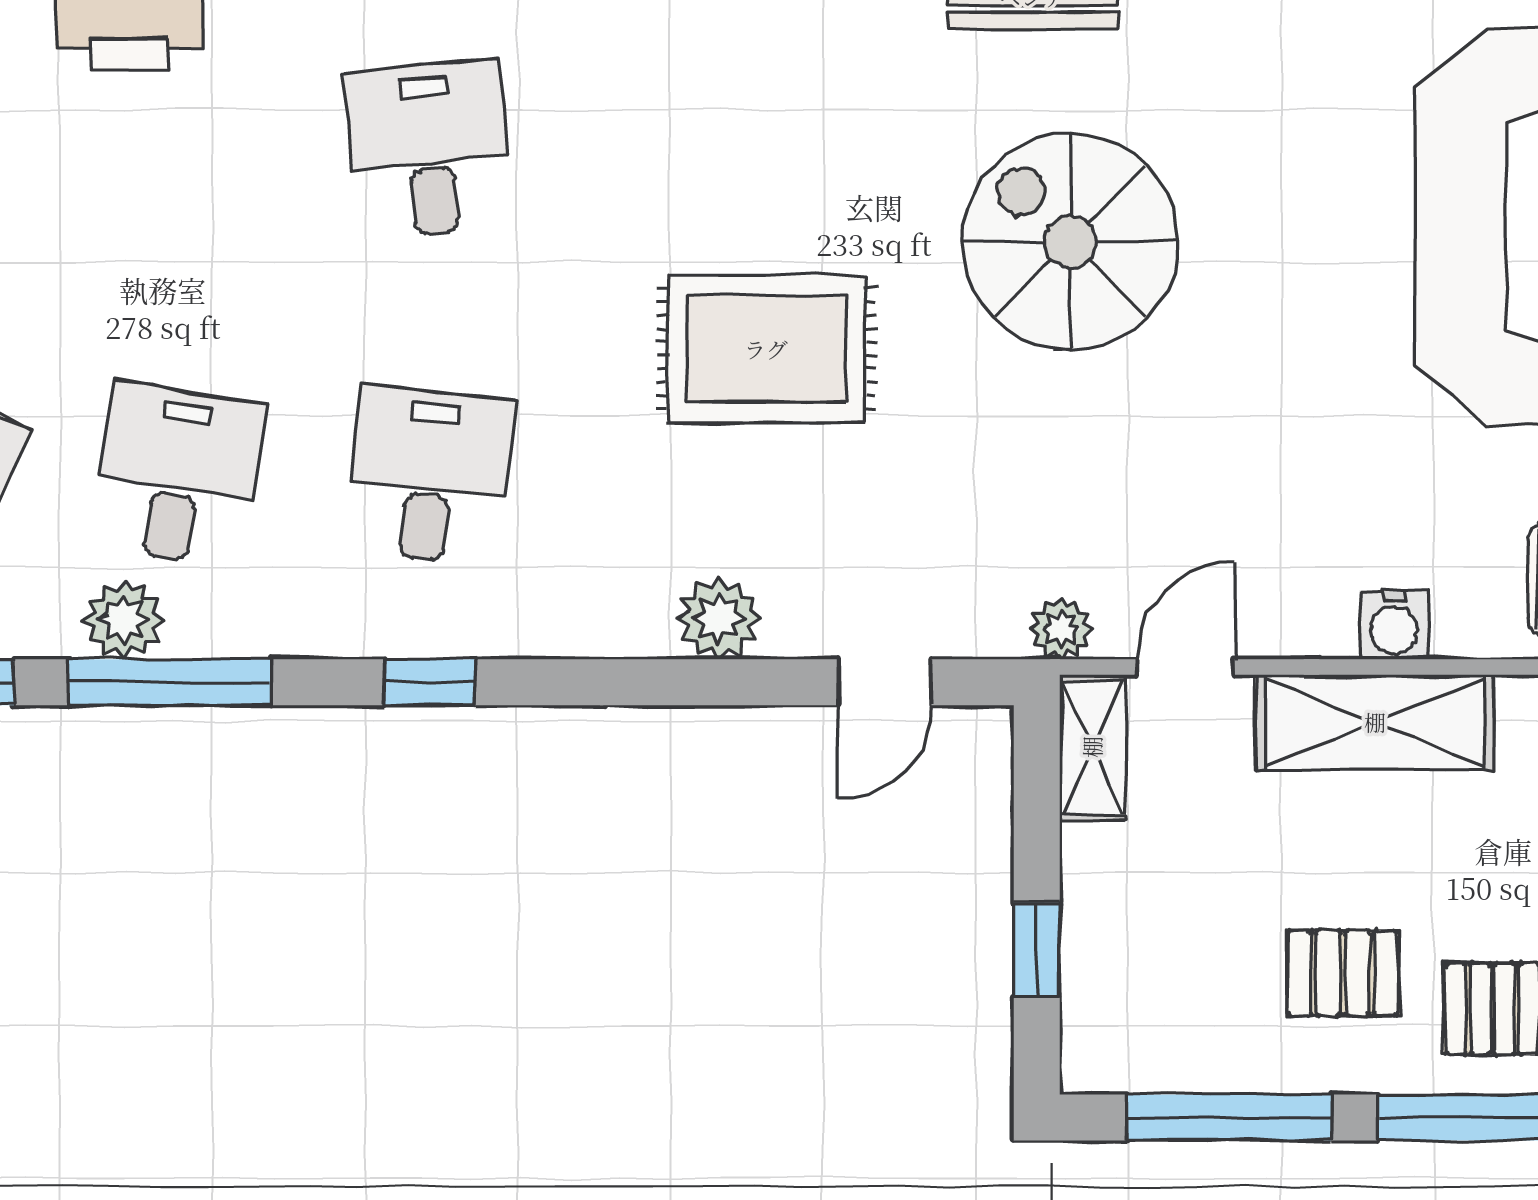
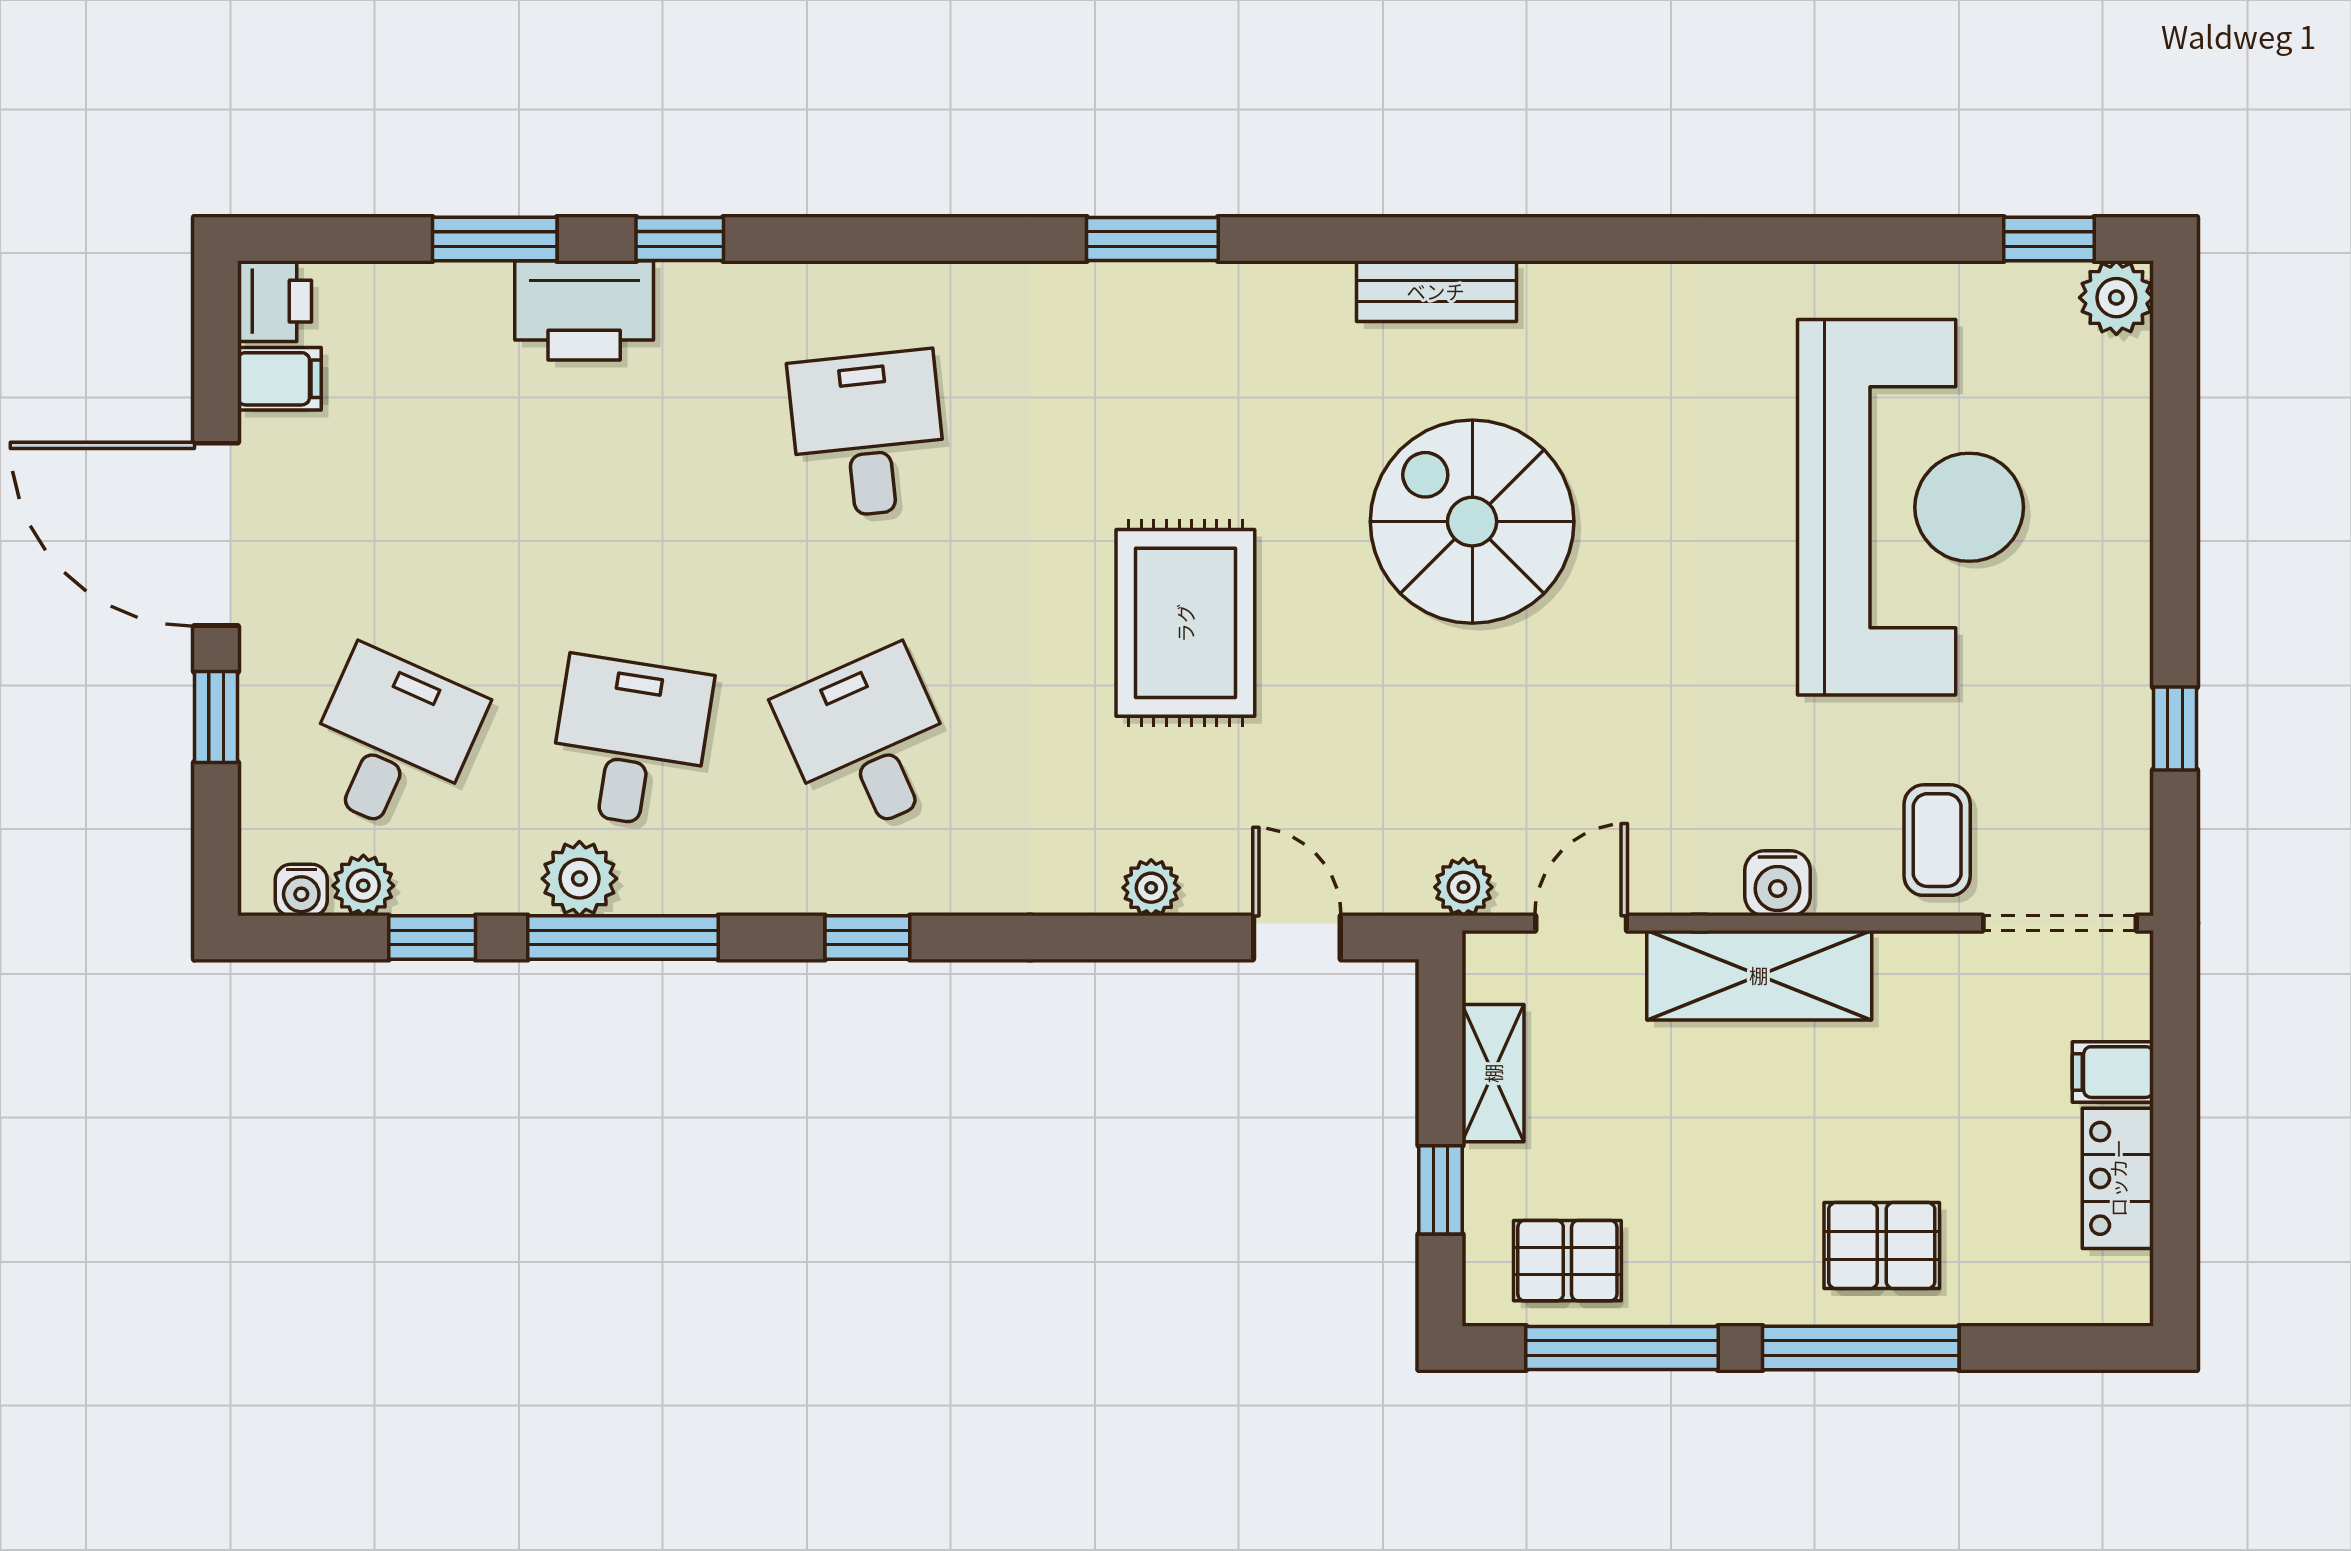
rug: (766, 349) -> (1185, 623), turned 90
desk: (430, 475) -> (868, 742), turned -30
plant: (719, 618) -> (1151, 888), width x0.73, depth x0.73
door: (885, 682) -> (1297, 938), swing flipped
shelving: (1092, 747) -> (1493, 1073), moved
pallet: (1343, 973) -> (1567, 1261), moved

